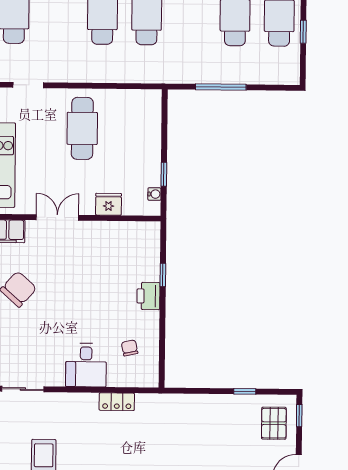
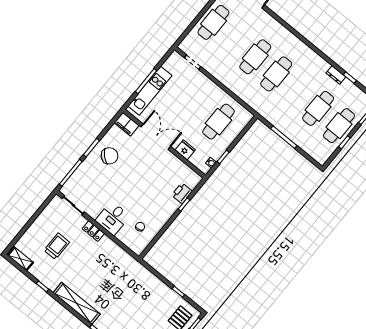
cafe table: (82, 128) -> (219, 122), moved
double door: (57, 218) -> (156, 137), width x1.37
printer: (148, 296) -> (182, 193), moved
locker: (117, 402) -> (93, 231), moved

